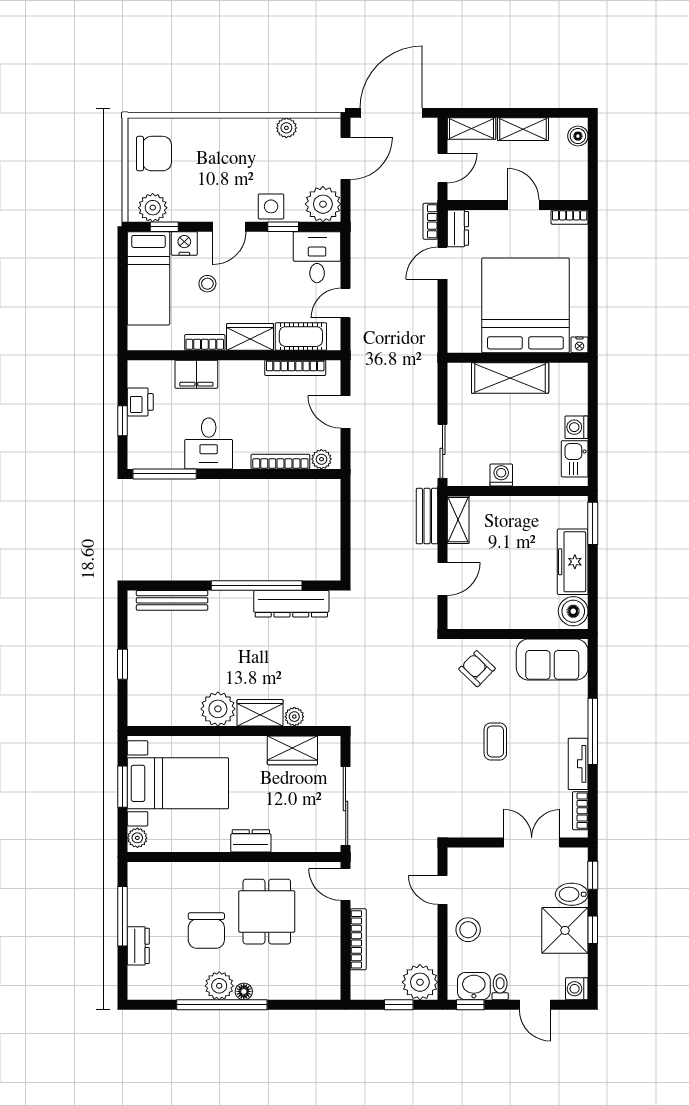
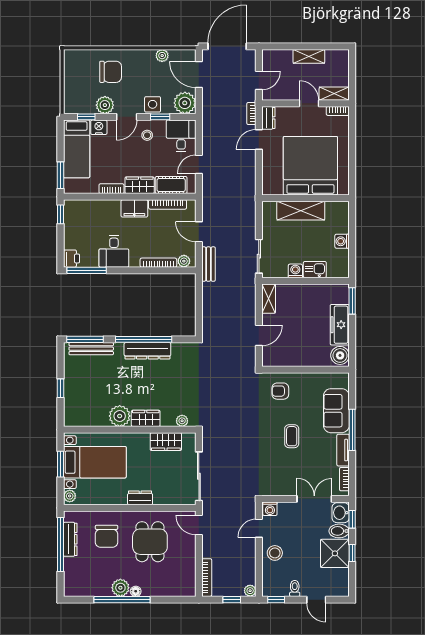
shelving: (471, 129) -> (334, 94), moved
boiler: (578, 136) -> (343, 61), removed
chair: (154, 154) -> (111, 72), moved
door: (346, 158) -> (199, 75), swing flipped
plant: (153, 208) -> (105, 105), moved
stool: (207, 284) -> (147, 135), moved
window: (123, 321) -> (61, 175), added
nightstand: (580, 345) -> (344, 190), removed
filing cabinet: (196, 374) -> (134, 208), moved
printer: (140, 402) -> (71, 259), moved
window: (123, 421) -> (61, 214), moved
kitchen sink: (575, 459) -> (315, 270), moved, turned 90
bench: (427, 516) -> (208, 264), moved
window: (162, 585) -> (85, 339), added
dresser: (291, 604) -> (147, 351), moved
sofa: (552, 659) -> (336, 411), moved, turned 90
armchair: (477, 669) -> (280, 391), turned -44
plant: (294, 717) -> (182, 421), moved
door: (443, 890) -> (259, 528), hinge flipped
window: (123, 916) -> (61, 545), width x1.46
chair: (206, 931) -> (107, 536), moved
bookcase: (358, 939) -> (207, 578), moved
dresser: (138, 946) -> (70, 539), moved, width x1.44
plant: (420, 982) -> (250, 591), width x0.53, depth x0.53
washbasin: (474, 986) -> (341, 513), moved, turned -90
washing machine: (577, 989) -> (270, 509), moved, turned -90

